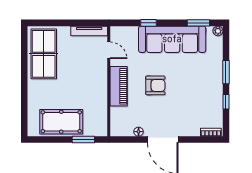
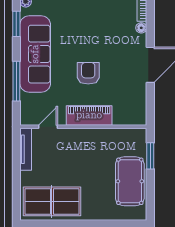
window: (149, 23) -> (16, 81), width x2.17
floor lamp: (139, 132) -> (141, 28), moved

